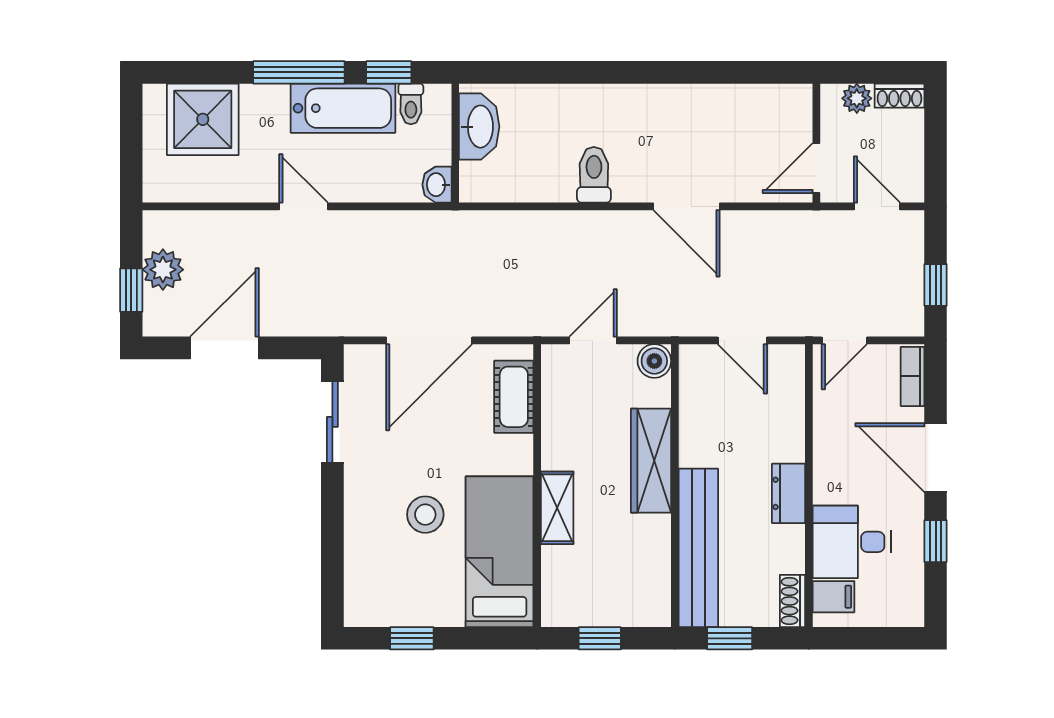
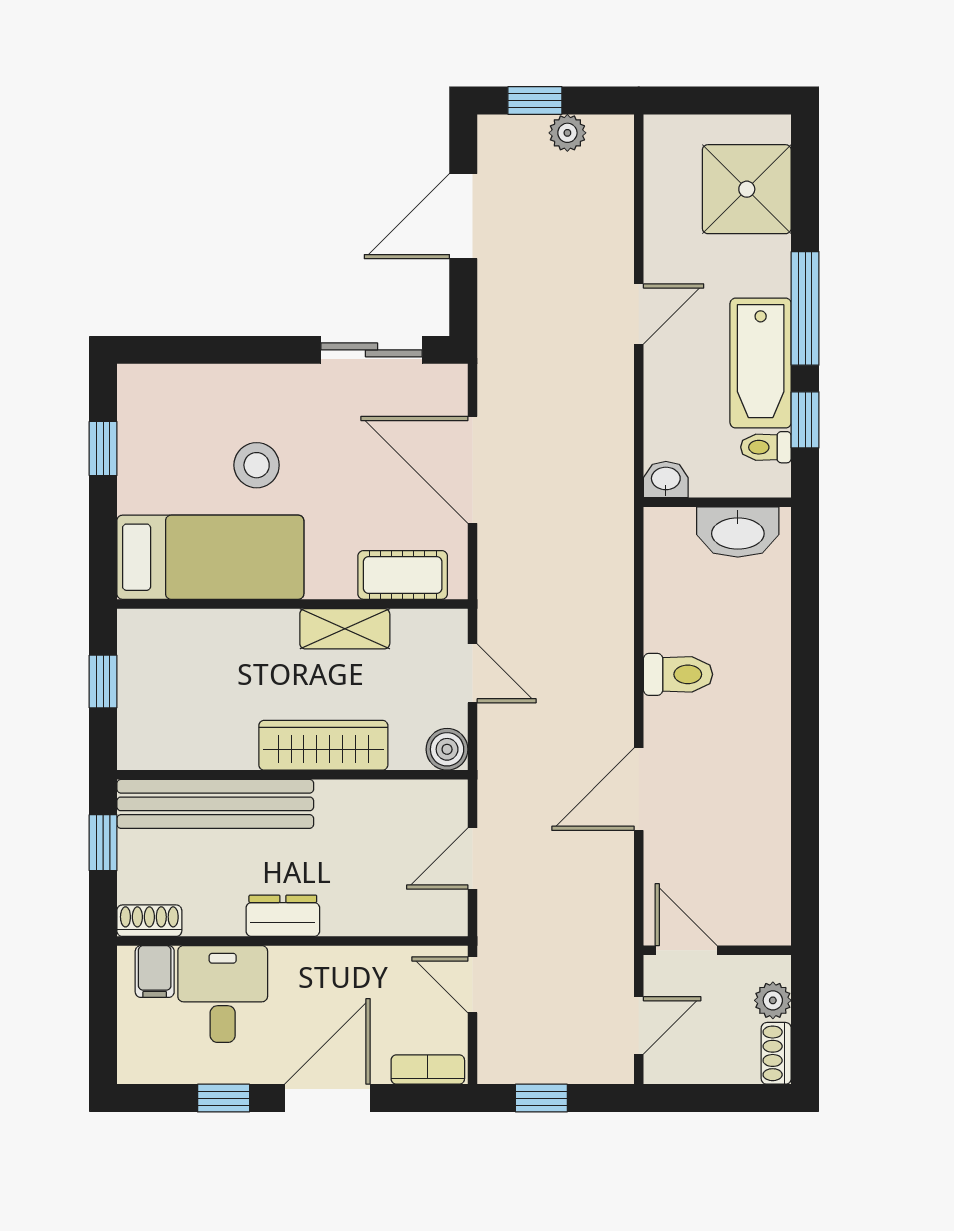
plant: (163, 270) -> (567, 133), width x0.73, depth x0.73
door: (225, 348) -> (463, 216), swing flipped
shelving: (557, 508) -> (345, 629), moved

